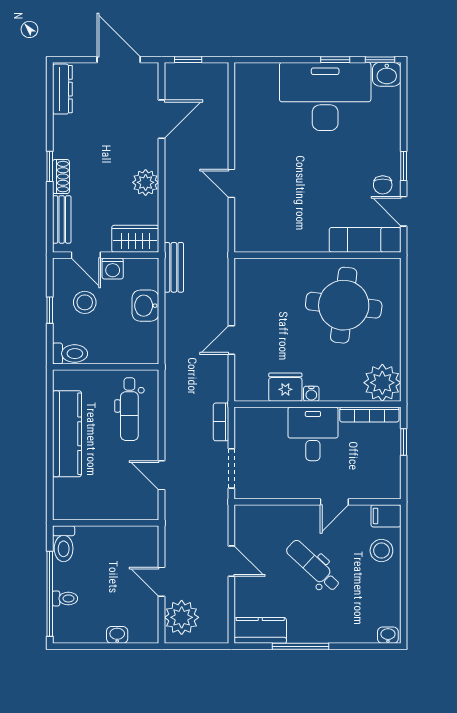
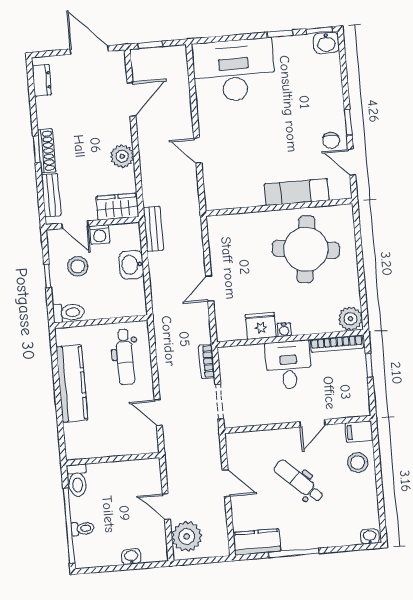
dresser: (62, 89) -> (42, 80), width x0.70
desk: (325, 97) -> (234, 70), moved
shoe rack: (61, 177) -> (47, 151), width x1.43
exam couch: (365, 240) -> (297, 192), moved
plant: (382, 383) -> (350, 319), width x0.73, depth x0.73

